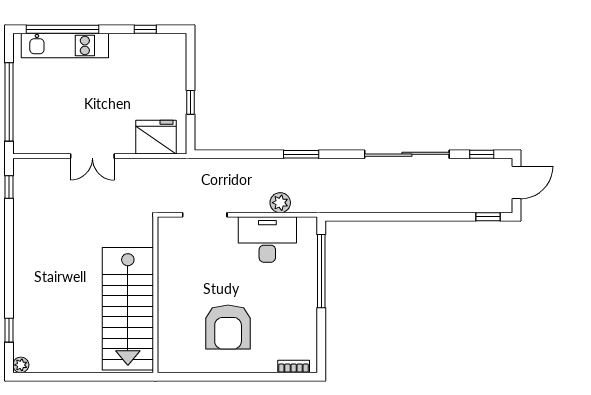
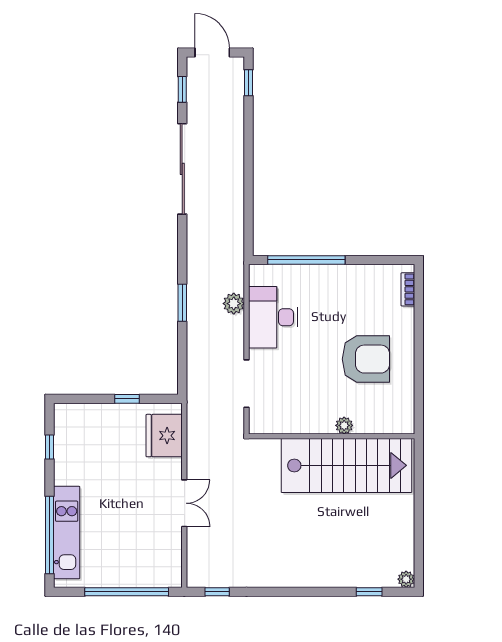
window: (301, 154) -> (182, 303), moved
plant: (165, 307) -> (344, 425), added

